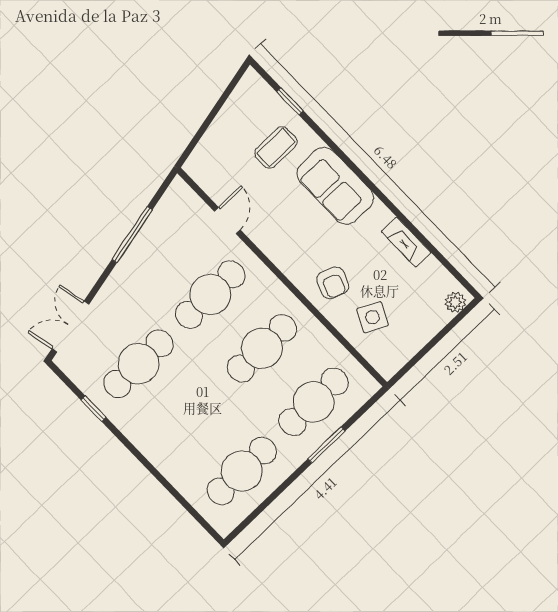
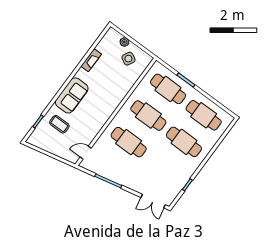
door: (227, 220) -> (86, 153), moved
armchair: (333, 283) -> (114, 89), removed
plant: (455, 302) -> (124, 42), moved
side table: (372, 317) -> (128, 59), moved
cafe table: (138, 364) -> (184, 142), moved

